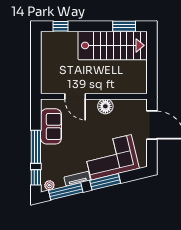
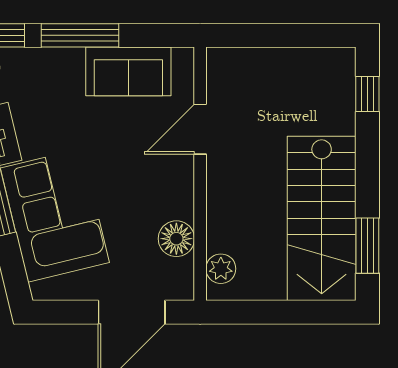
plant: (134, 88) -> (221, 269), added
floor lamp: (105, 106) -> (176, 239), moved

